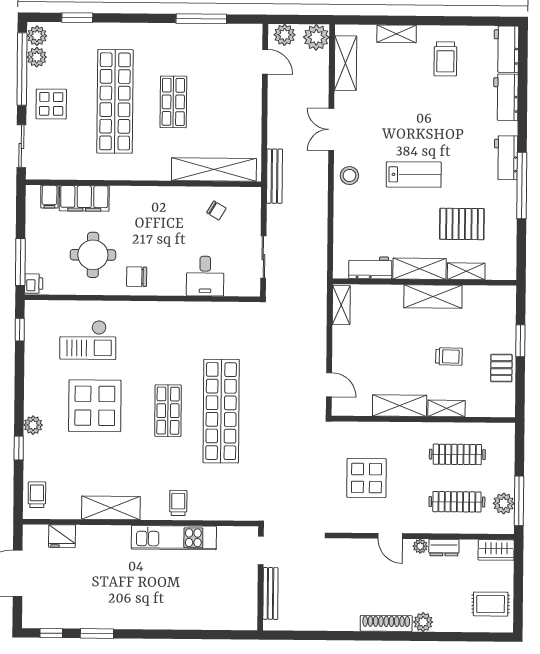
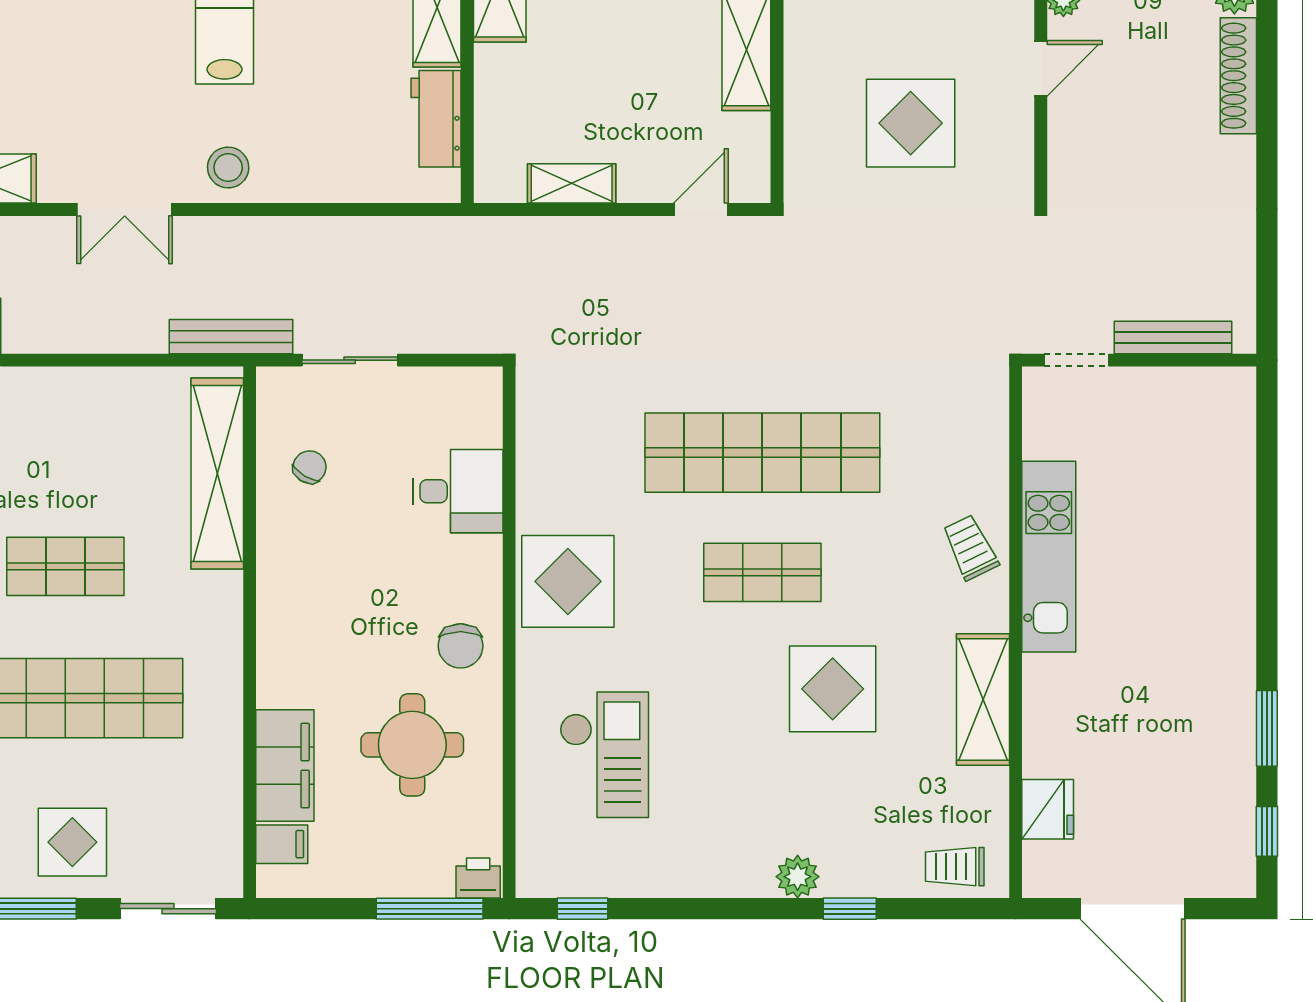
sliding door: (263, 257) -> (350, 360), moved
shelving: (341, 305) -> (572, 183), moved
display table: (165, 324) -> (568, 581), added
display table: (95, 406) -> (833, 689), moved, width x0.73, depth x0.73
trolley: (178, 503) -> (970, 547), turned 64

